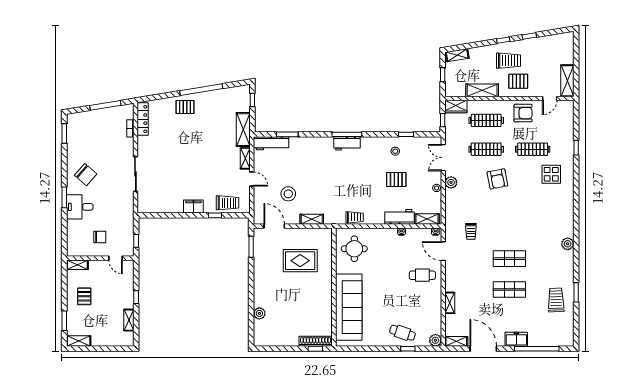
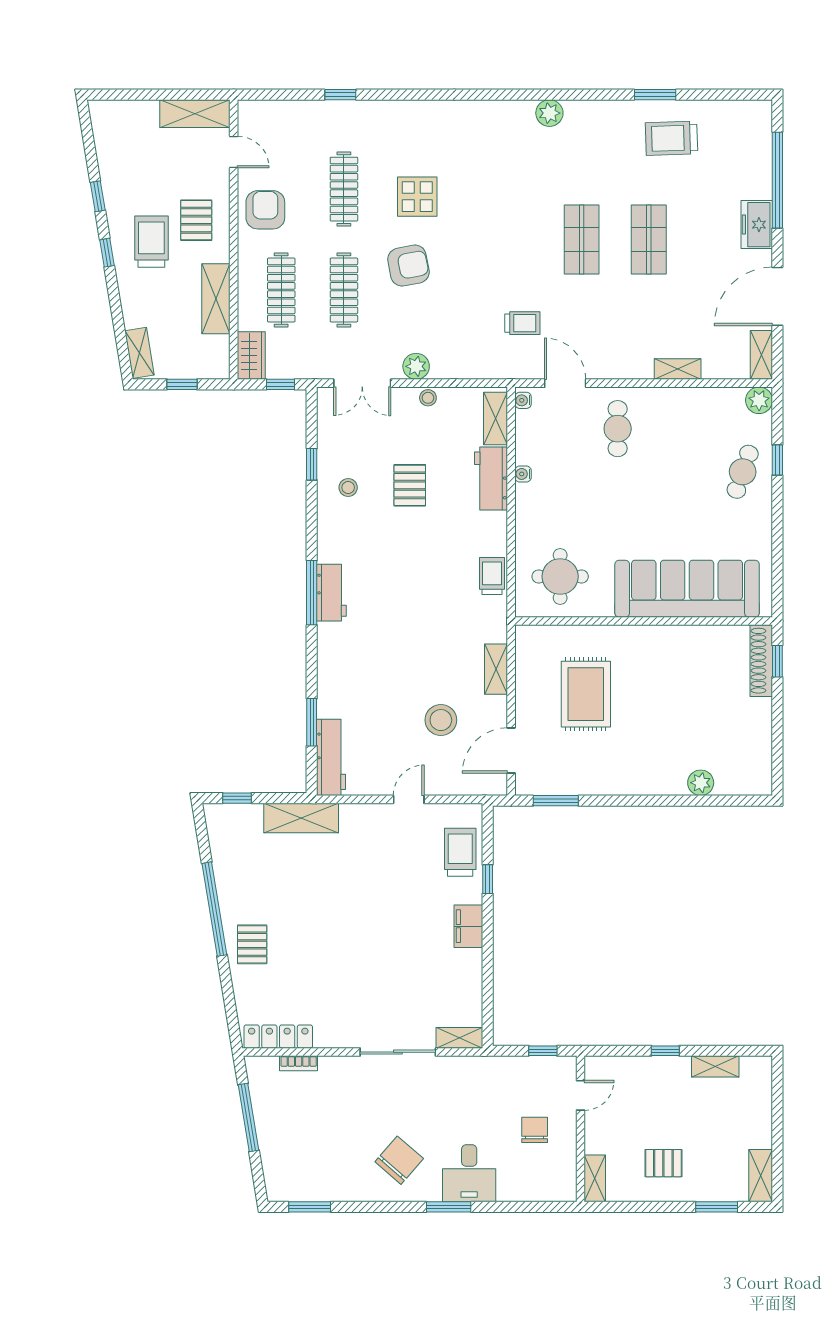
shelving: (245, 158) -> (459, 1038), moved
display table: (551, 174) -> (417, 197), moved
door: (443, 251) -> (565, 383), swing flipped

